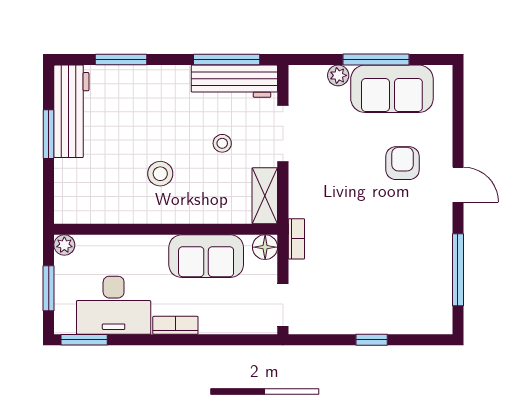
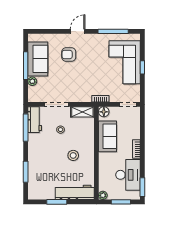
workbench: (234, 81) -> (35, 120), width x0.73
workbench: (71, 111) -> (75, 192), moved
corner sofa: (384, 297) -> (125, 62), added

